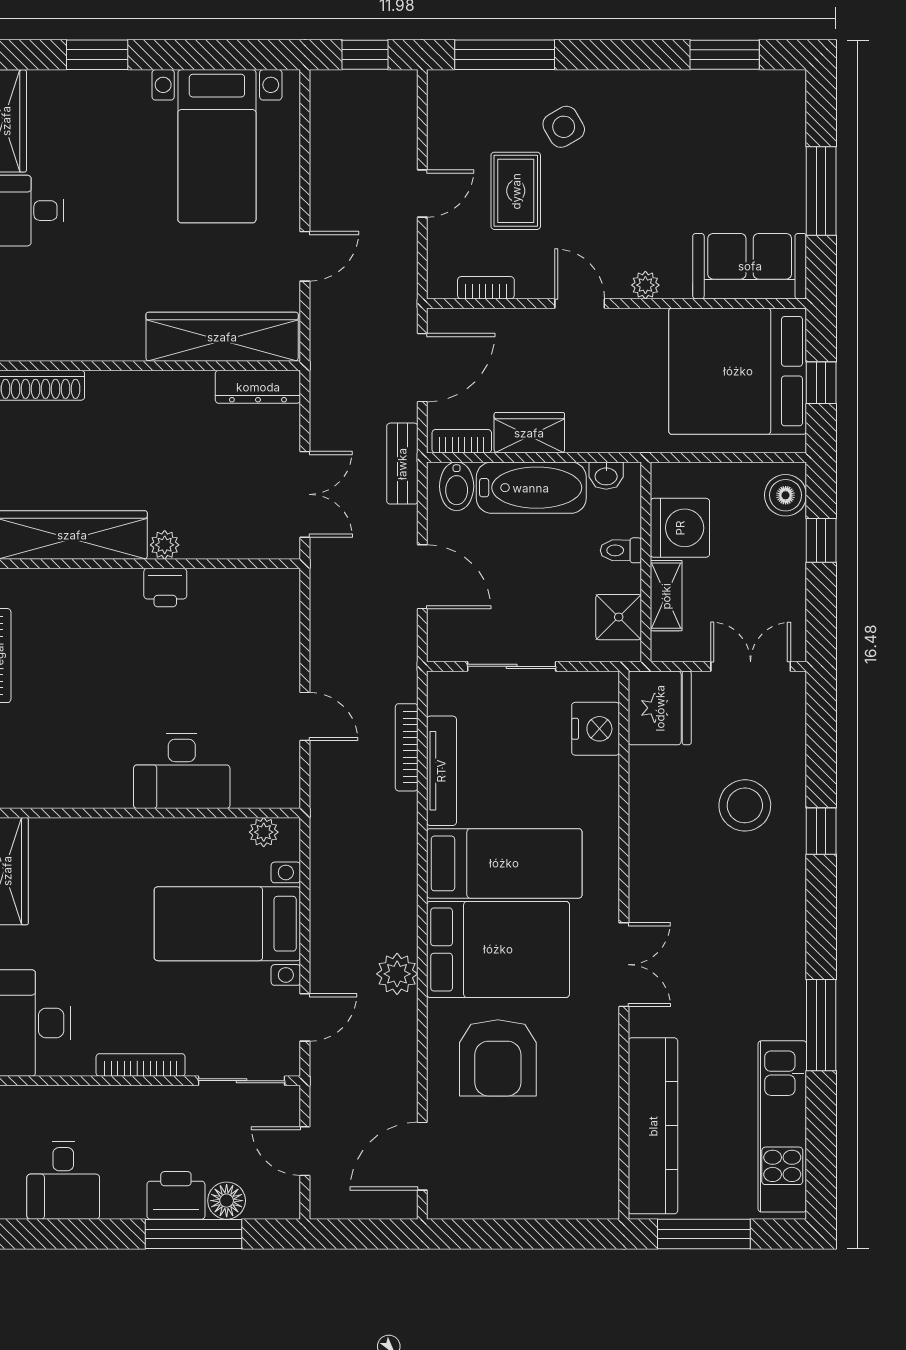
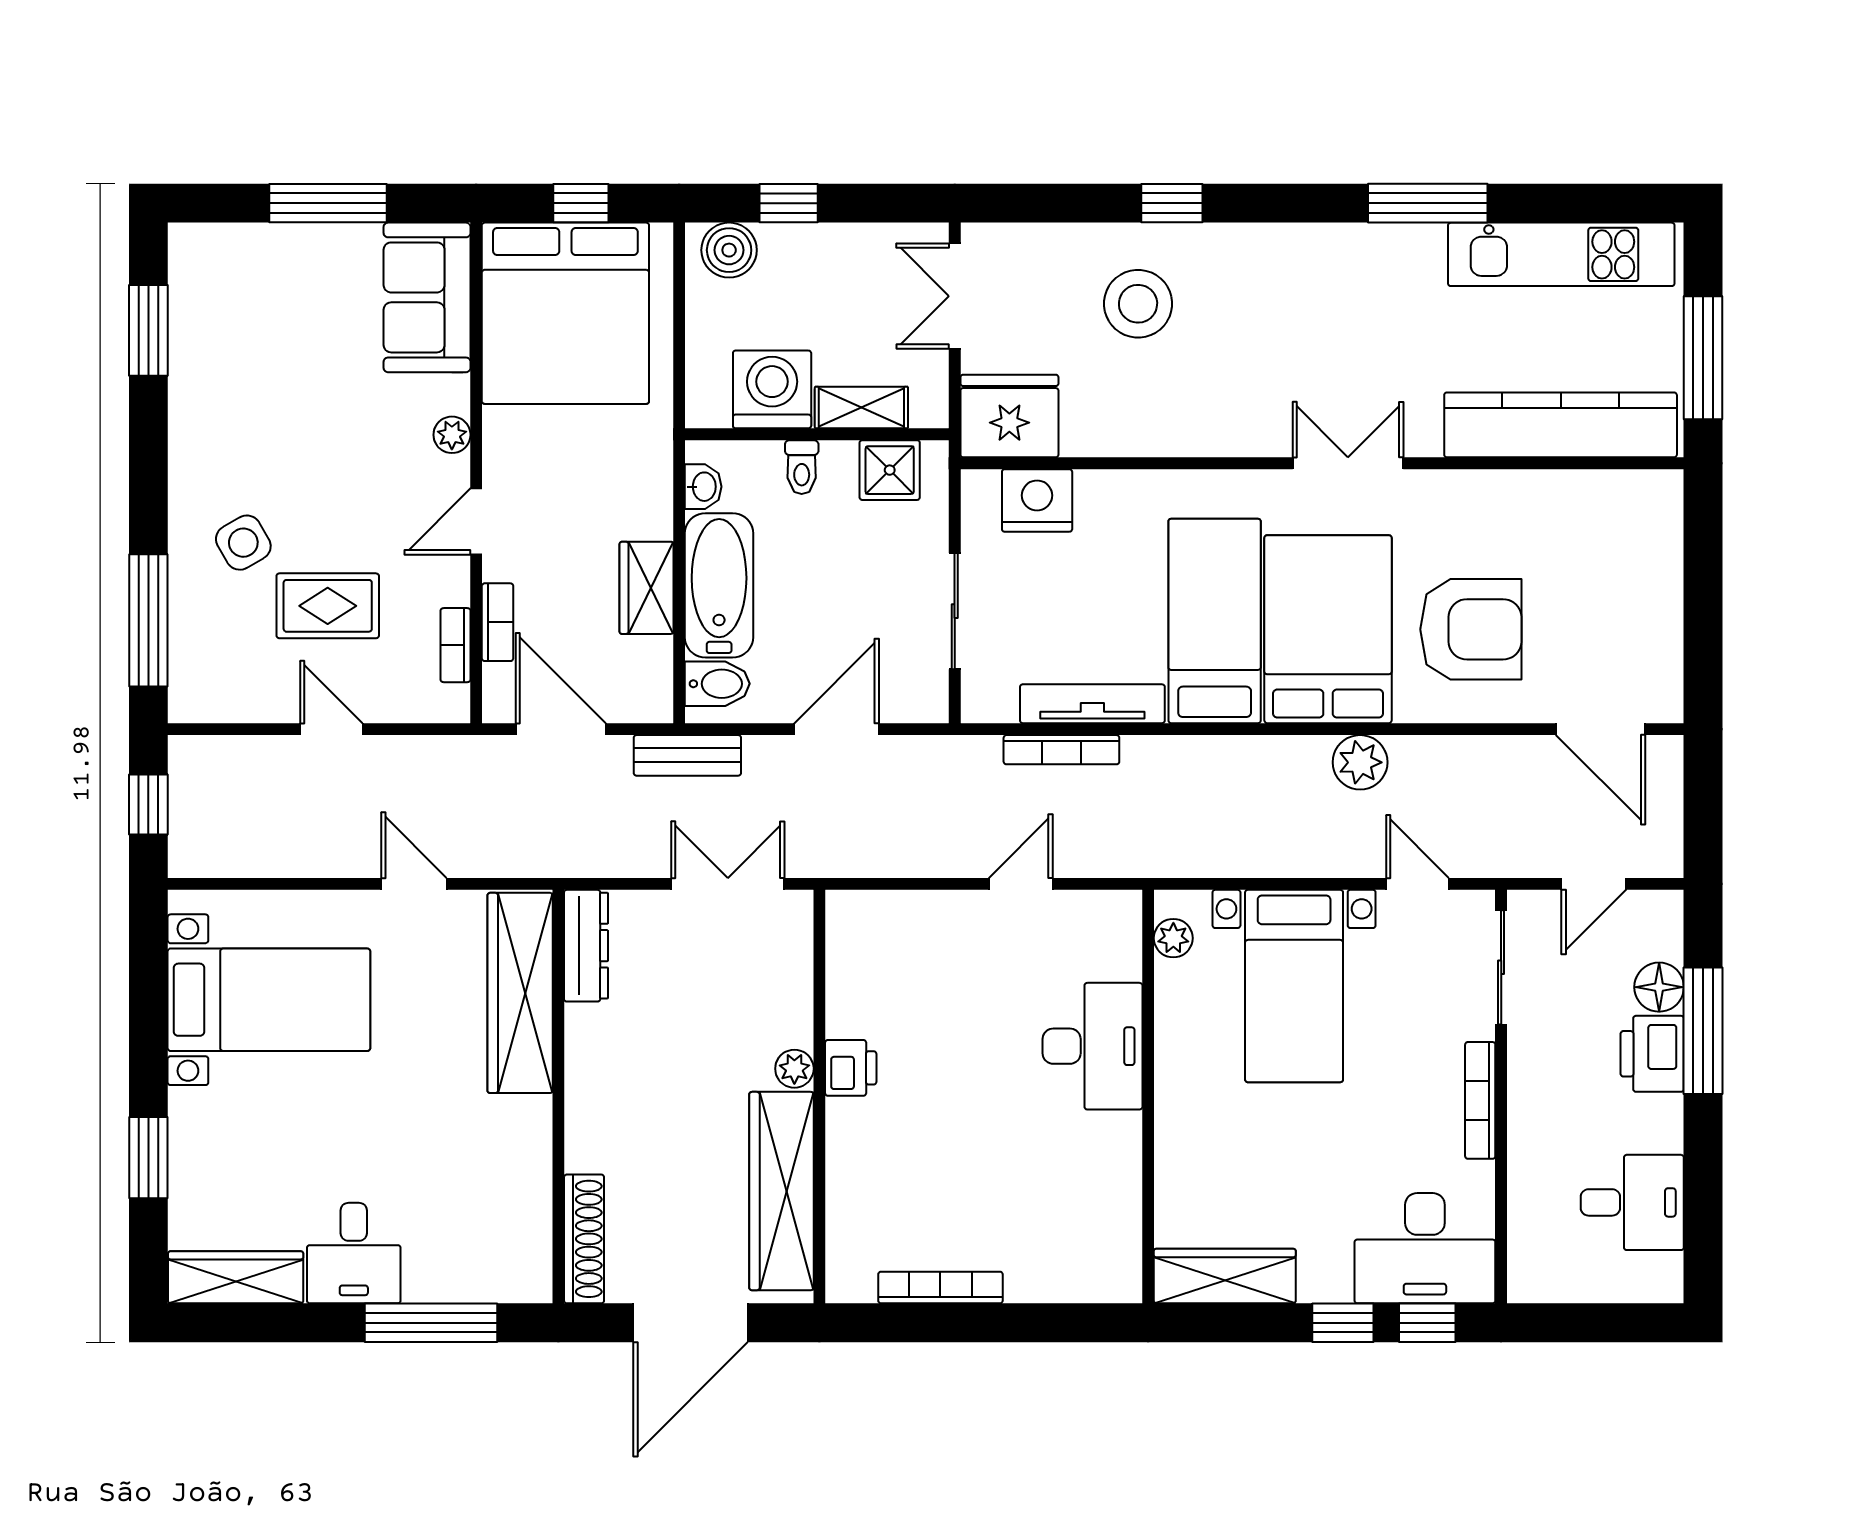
bookcase: (462, 441) -> (498, 622), moved, turned 180

